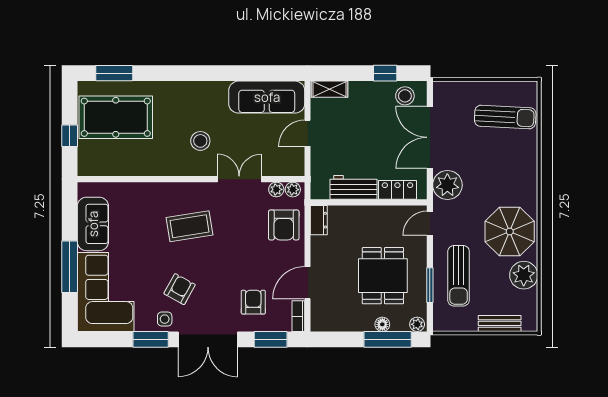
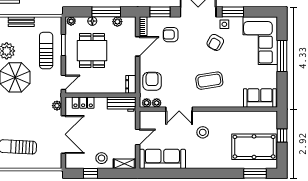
stool: (405, 96) -> (102, 158), moved
plant: (447, 185) -> (57, 106), width x0.53, depth x0.53
workbench: (354, 187) -> (122, 104), moved
sofa: (93, 224) -> (260, 98), moved, turned 90
armchair: (253, 302) -> (171, 35), turned 90
plant: (341, 323) -> (117, 22), added
window: (388, 339) -> (106, 12), moved

